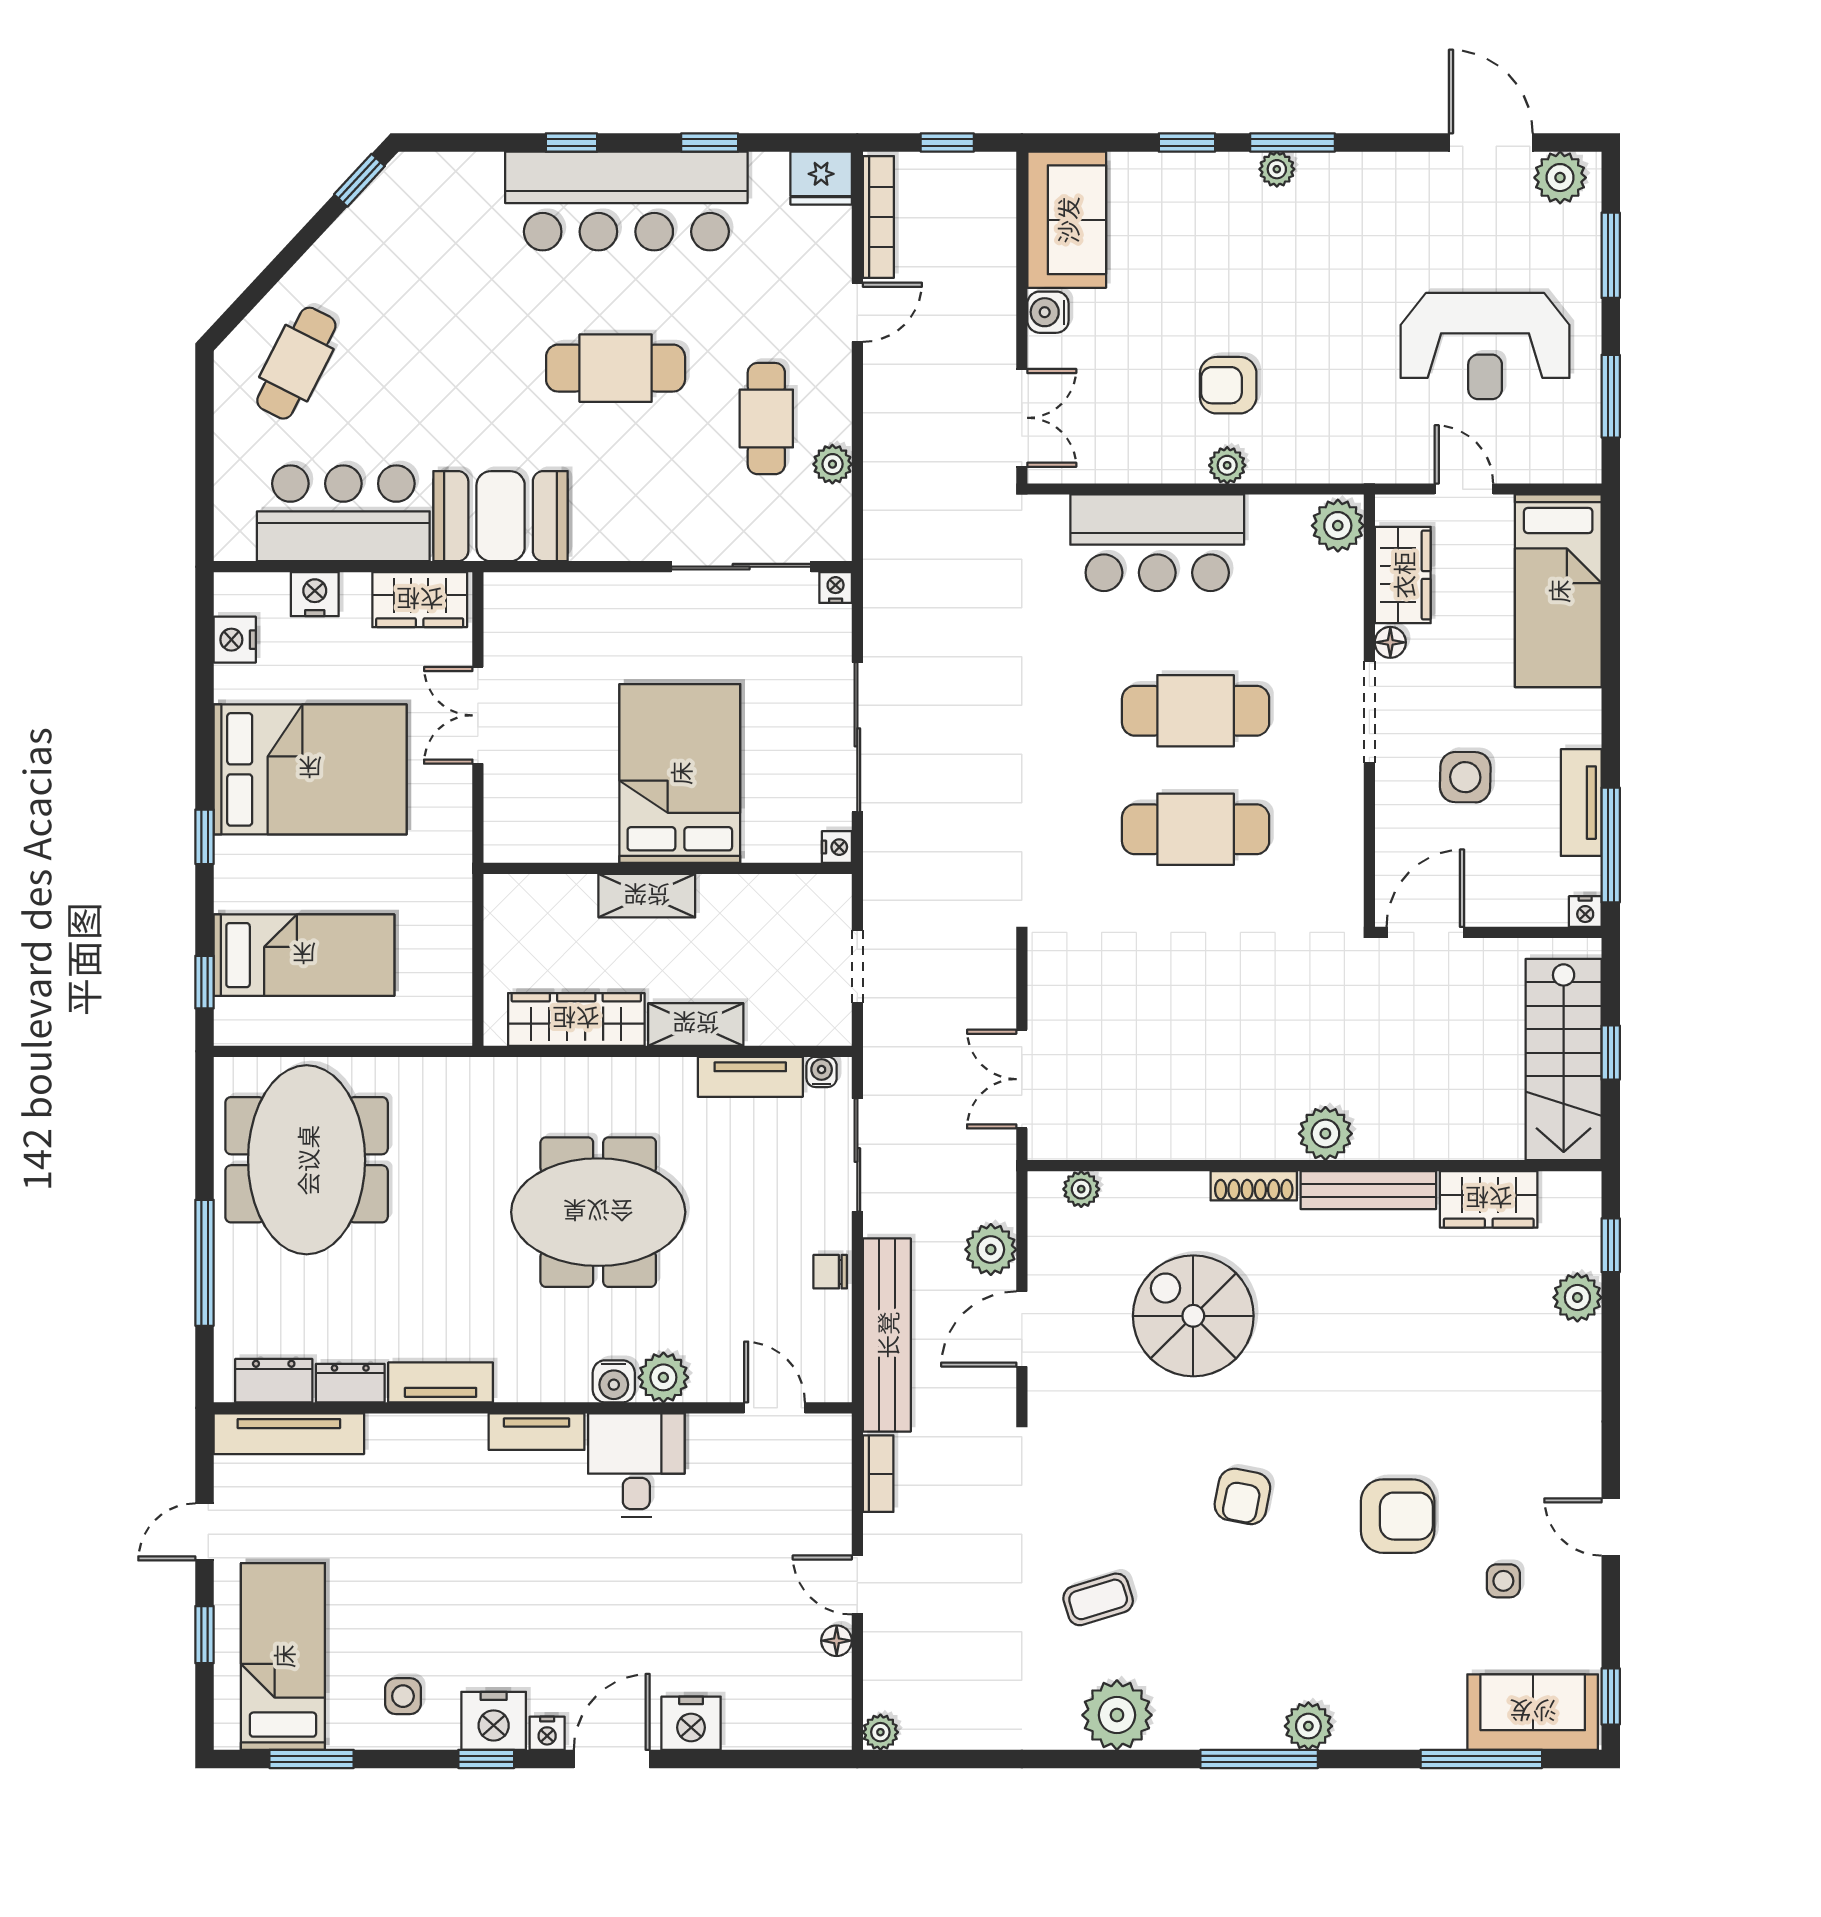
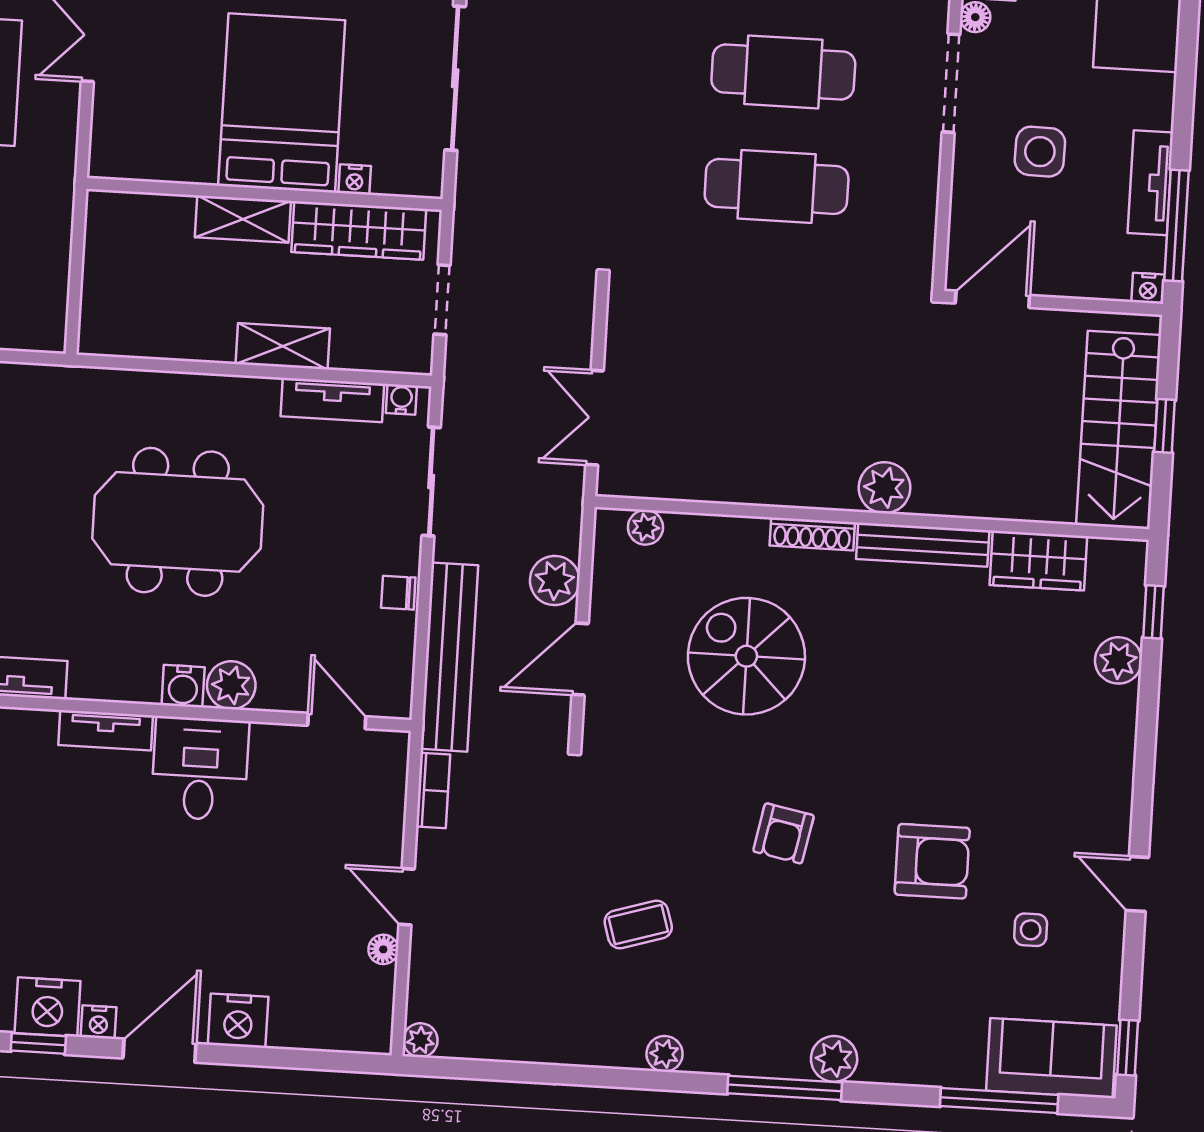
nightstand: (837, 847) -> (355, 180), moved, turned 90
wardrobe: (576, 1019) -> (359, 230), moved, turned 180
plant: (1117, 1715) -> (665, 1054), width x0.53, depth x0.53

